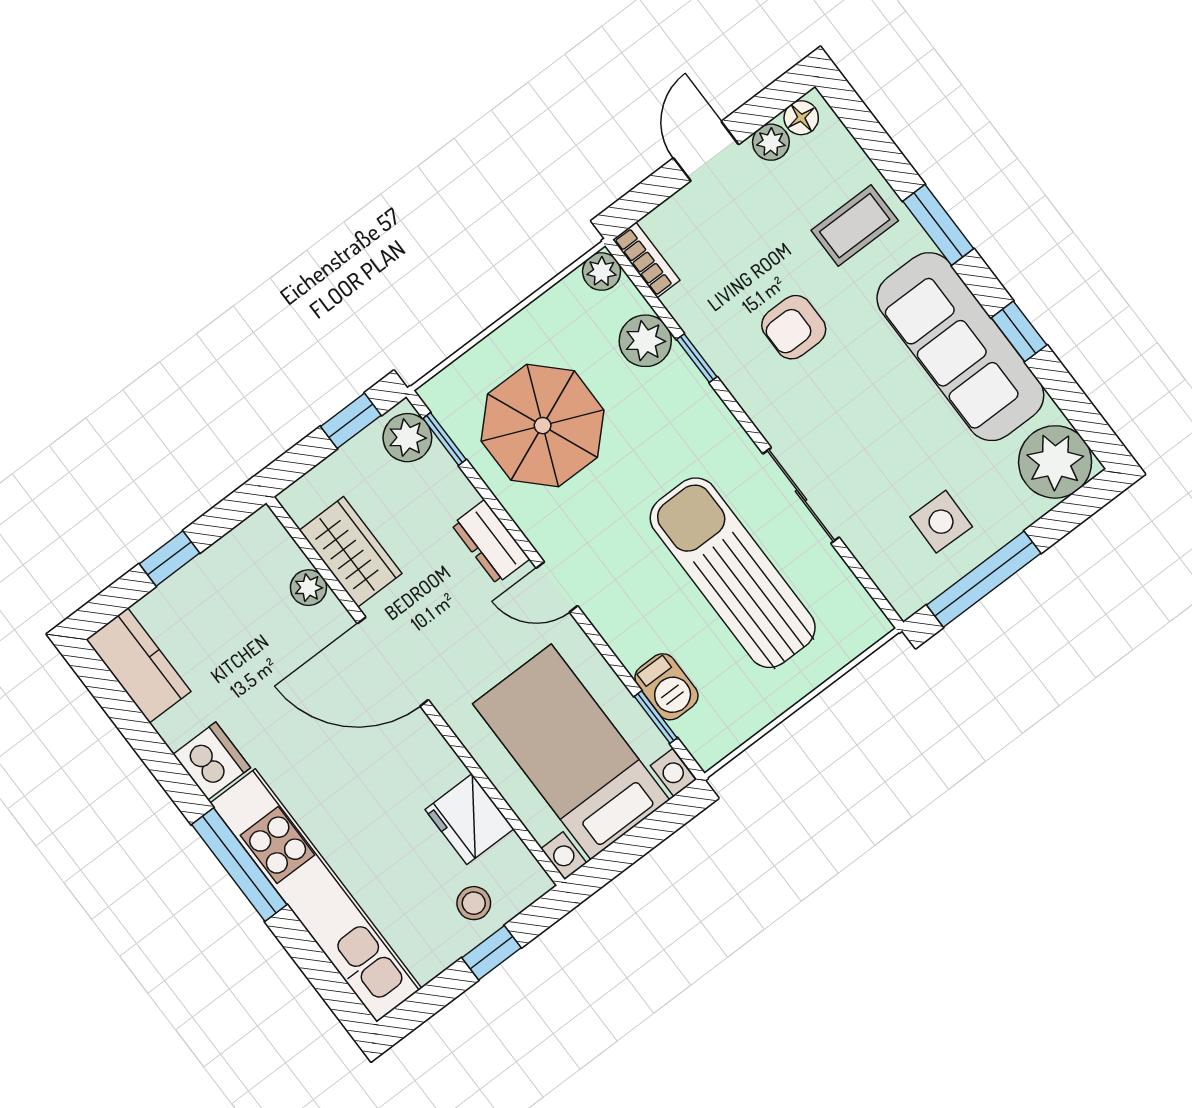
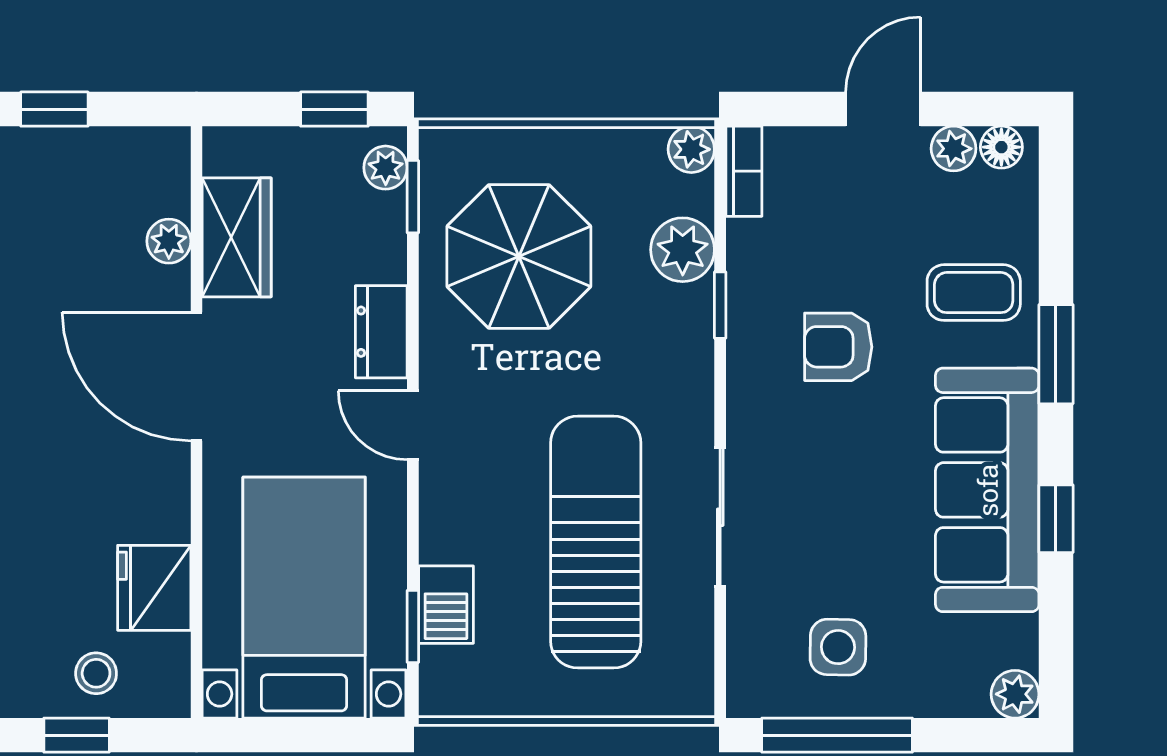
plant: (407, 438) -> (386, 168), width x0.73, depth x0.73
plant: (1055, 462) -> (1015, 694), width x0.53, depth x0.53

